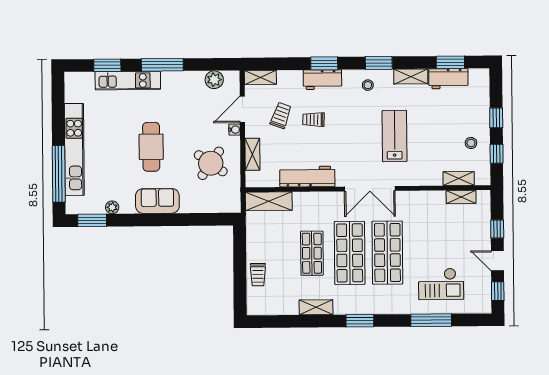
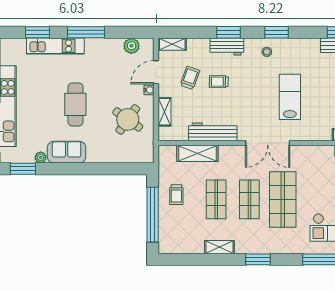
shelving: (411, 77) -> (305, 45), removed
sofa: (157, 201) -> (67, 152), moved
shelving: (269, 201) -> (197, 153), moved
shop shelf: (350, 253) -> (249, 199), width x0.70, depth x0.74
window: (240, 271) -> (153, 215), added
trolley: (258, 275) -> (176, 195), moved

